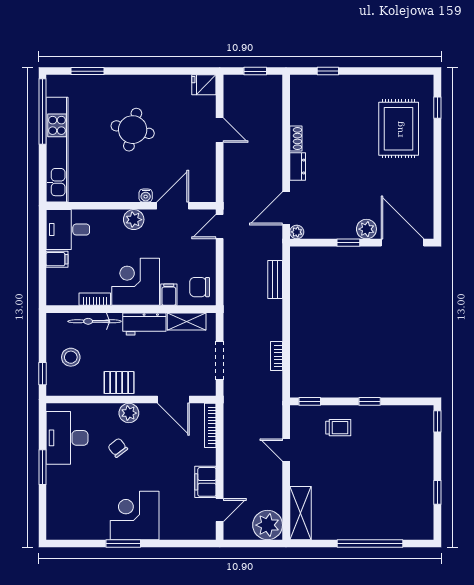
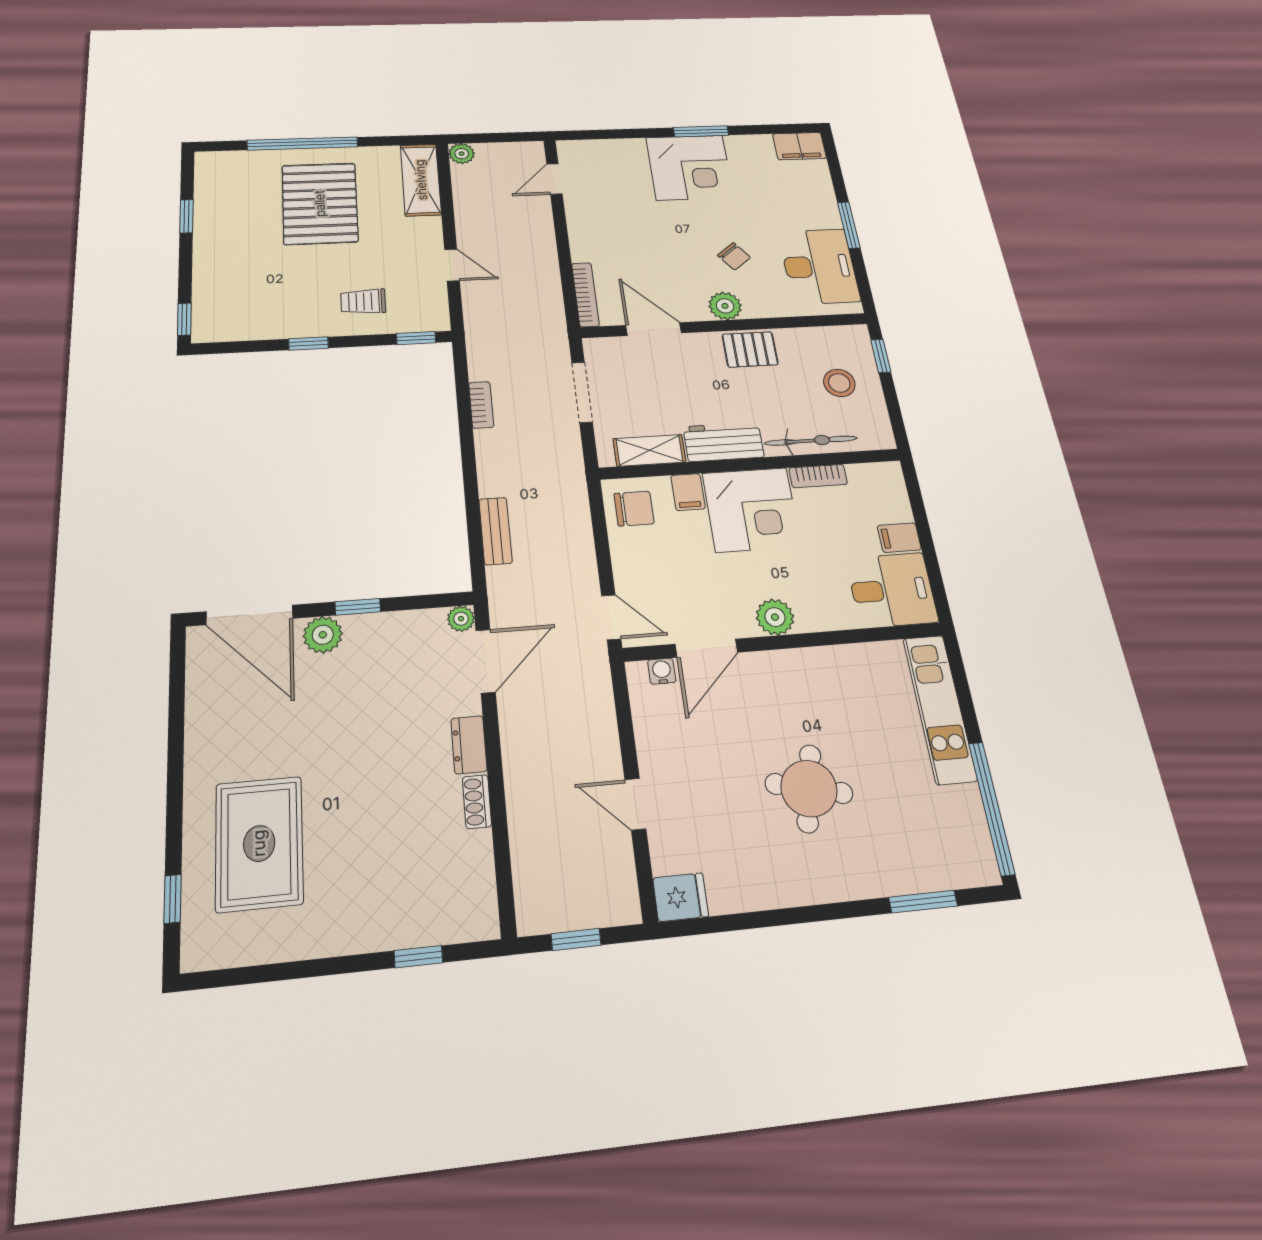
kitchen unit: (57, 150) -> (940, 709), width x0.73
water cooler: (146, 196) -> (662, 671), moved
door: (220, 227) -> (611, 617), hinge flipped
filing cabinet: (205, 482) -> (799, 146), moved, turned 90
pallet: (361, 498) -> (320, 203), added
plant: (268, 525) -> (462, 154), width x0.53, depth x0.53

